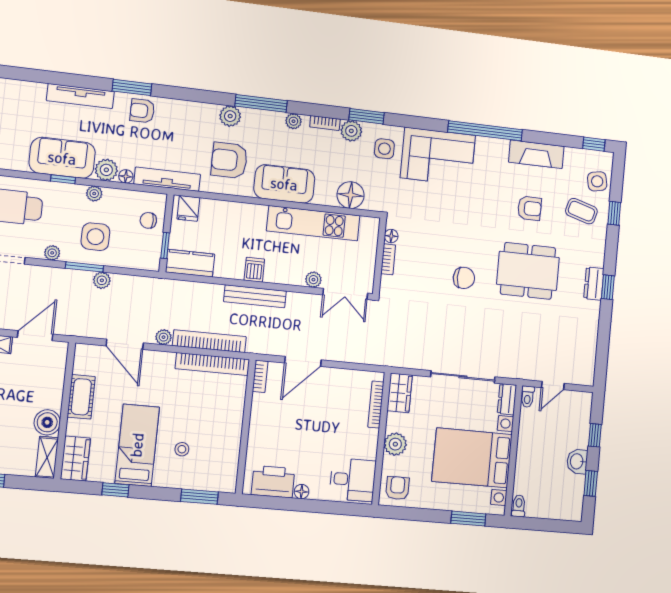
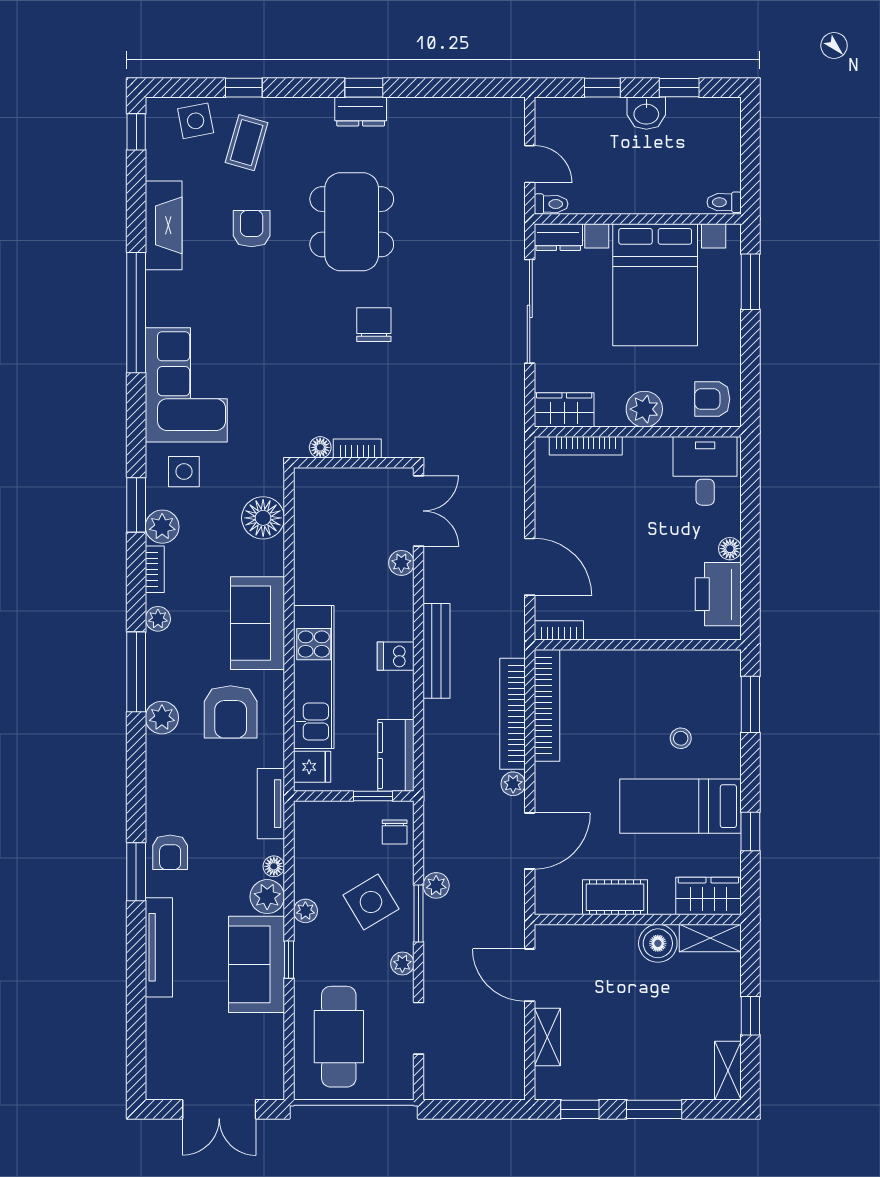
tv unit: (167, 179) -> (271, 804), width x0.71
chair: (148, 220) -> (395, 832), moved
kitchen unit: (313, 223) -> (314, 677), moved
side table: (95, 237) -> (371, 902), turned -31

